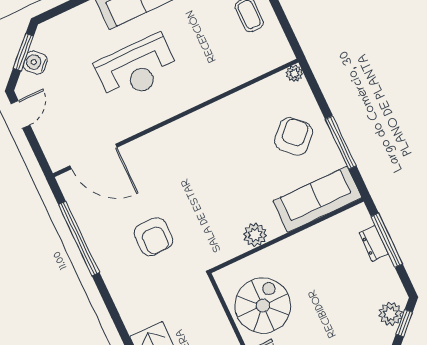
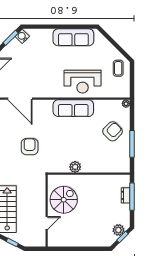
water cooler: (35, 63) -> (22, 36), moved
reception desk: (137, 68) -> (82, 82), moved
sofa: (317, 199) -> (73, 108), moved, turned 180
armchair: (153, 237) -> (30, 147), turned 180

